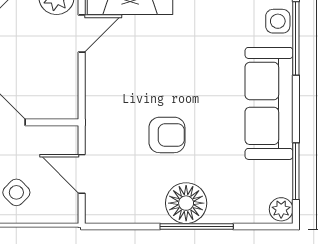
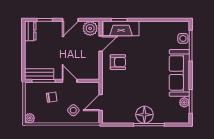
armchair: (167, 135) -> (118, 62), moved
door: (82, 174) -> (101, 103), hinge flipped
plant: (281, 209) -> (184, 102), moved

